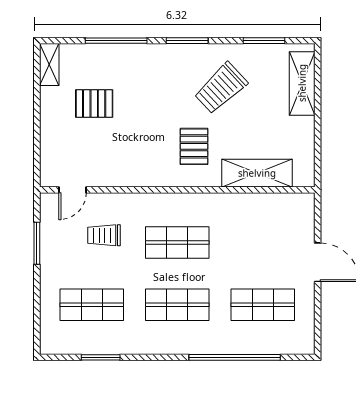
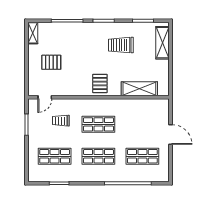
trolley: (221, 88) -> (121, 45), turned 43
pallet: (94, 104) -> (51, 62), moved
pallet: (194, 146) -> (100, 83), moved

